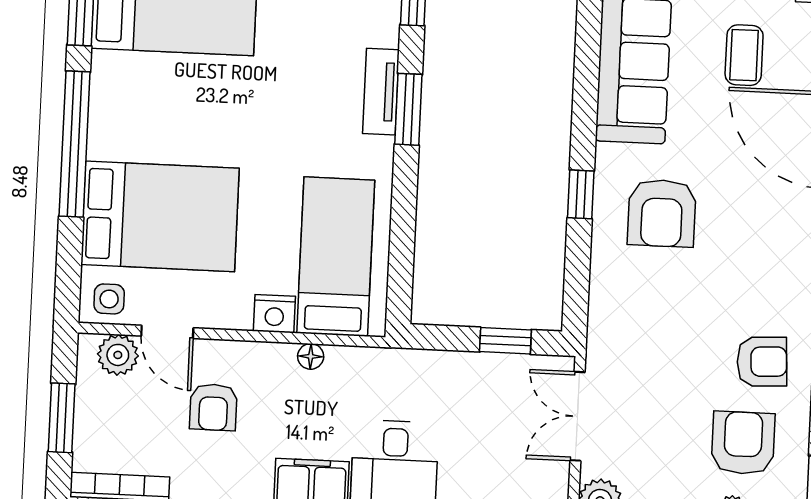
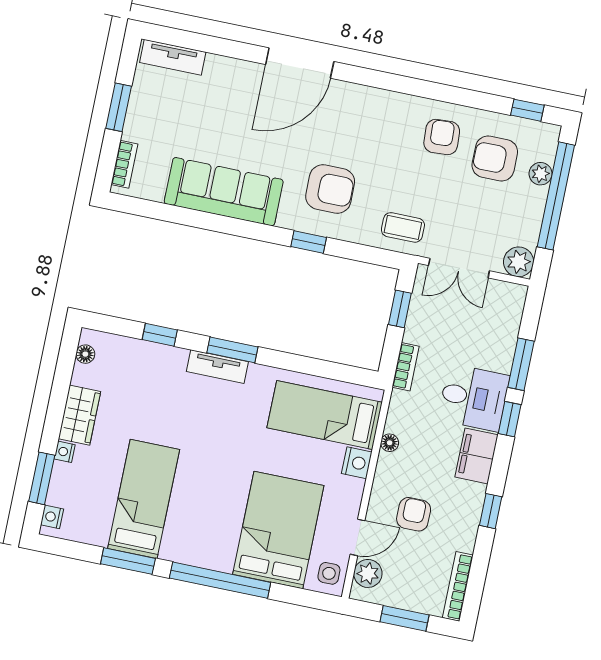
coffee table: (744, 55) -> (403, 227), moved
bookcase: (423, 362) -> (406, 367), added
armchair: (213, 407) -> (414, 514), turned -90

